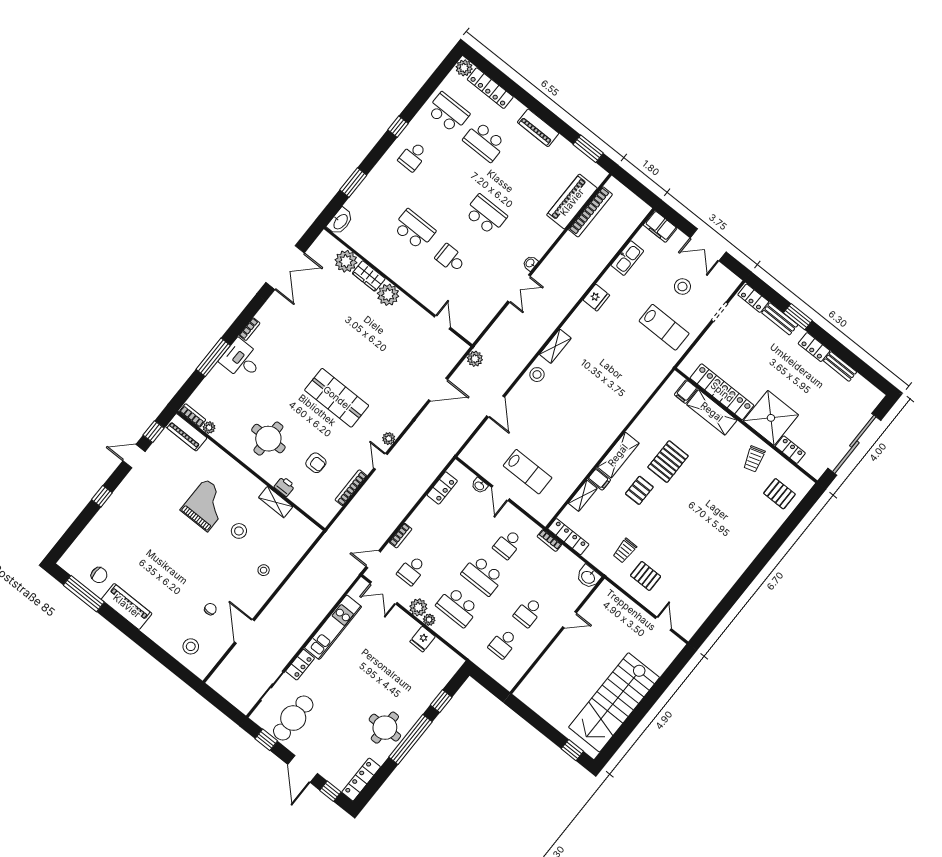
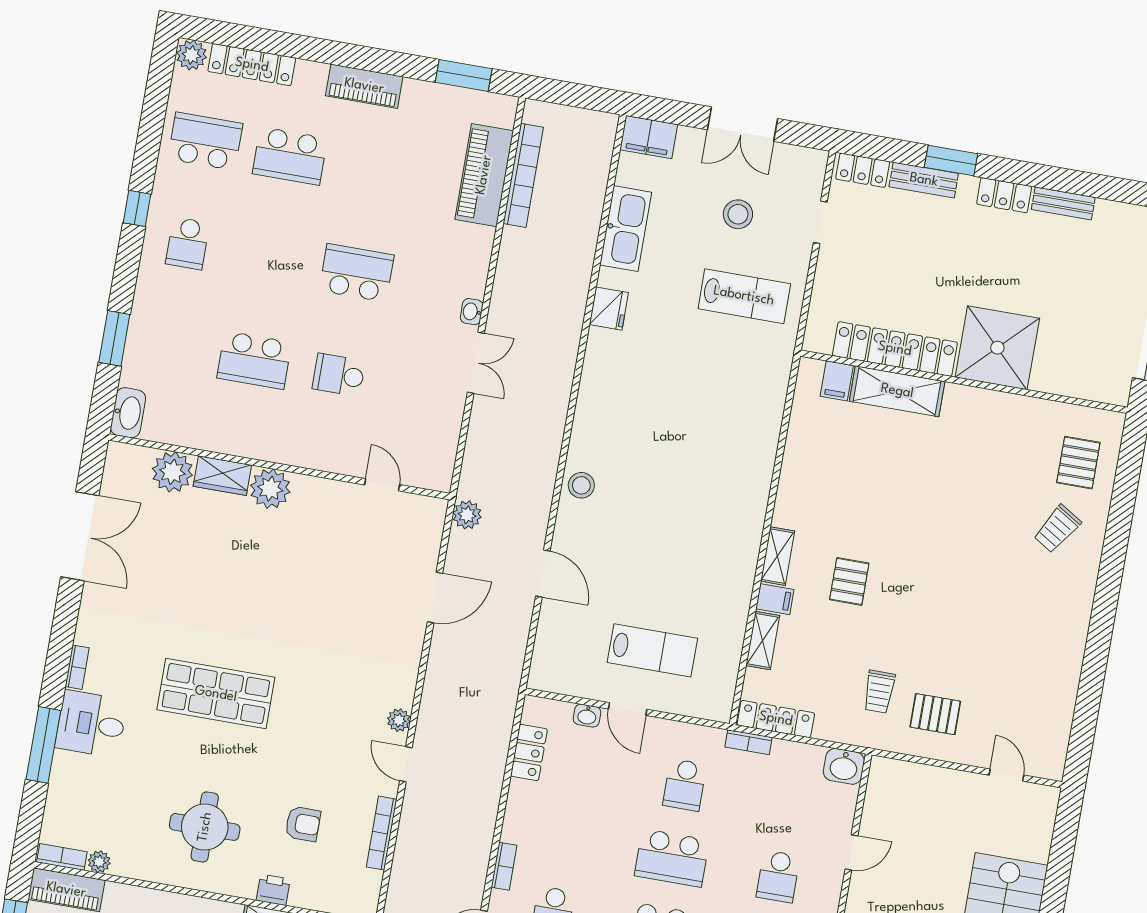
school desk: (414, 229) -> (254, 360), turned 180
kitchen sink: (627, 258) -> (626, 229), width x1.36, depth x1.24
shelving: (555, 346) -> (586, 423), removed
shop shelf: (337, 398) -> (216, 694), moved
locker: (790, 450) -> (1057, 382), removed
shelving: (618, 455) -> (777, 556), width x0.67, depth x0.75
trolley: (754, 459) -> (1057, 529), moved, turned 49
pallet: (668, 462) -> (870, 510), removed
pallet: (779, 494) -> (1078, 463), turned 90

